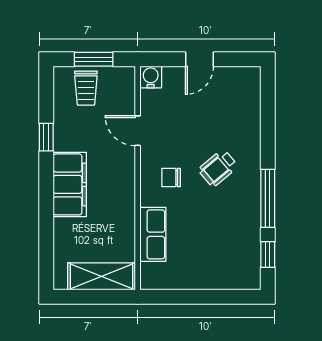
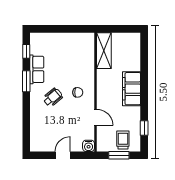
window: (46, 137) -> (144, 128), moved
window: (268, 198) -> (26, 81), width x0.69
row of seats: (153, 234) -> (37, 69), moved, turned 180
shelving: (101, 276) -> (104, 51), moved, turned 90

